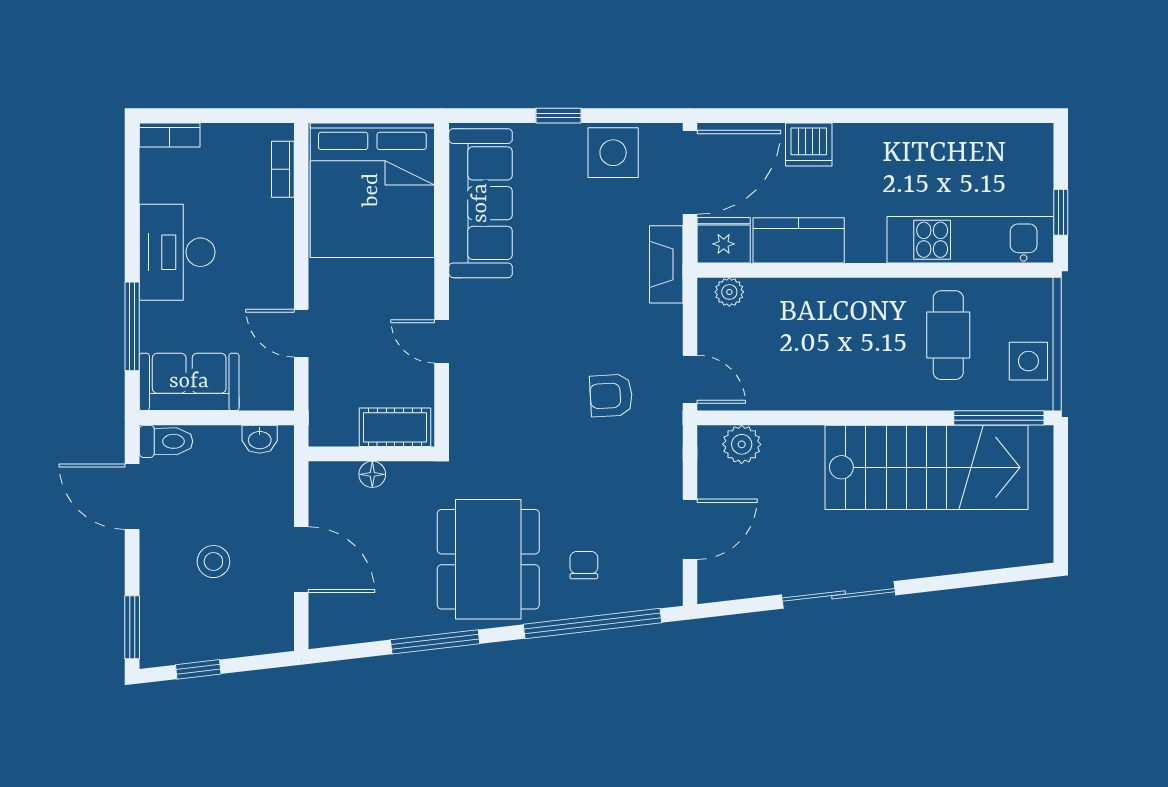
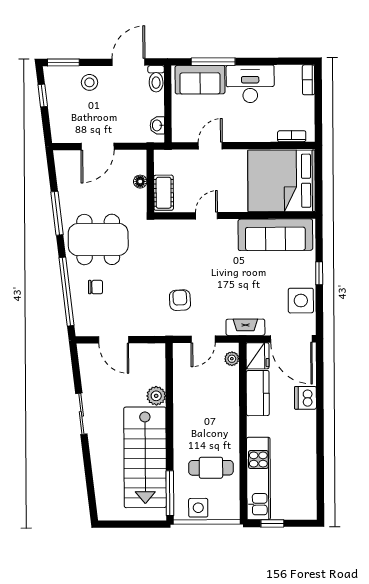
door: (690, 379) -> (203, 339), moved
sofa: (189, 382) -> (200, 80), moved, turned 90
plant: (742, 444) -> (156, 396), moved
stool: (213, 562) -> (89, 82), moved
sliding door: (839, 595) -> (81, 414), width x0.73

